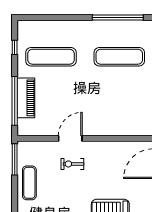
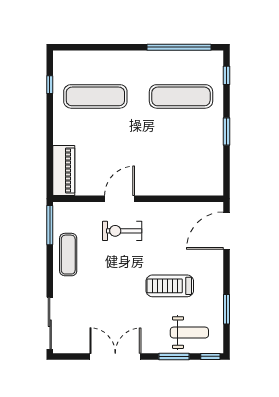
piano: (26, 98) -> (64, 170), moved
window: (15, 101) -> (50, 152), removed
exercise bike: (72, 164) -> (122, 231), width x1.38, depth x1.39

